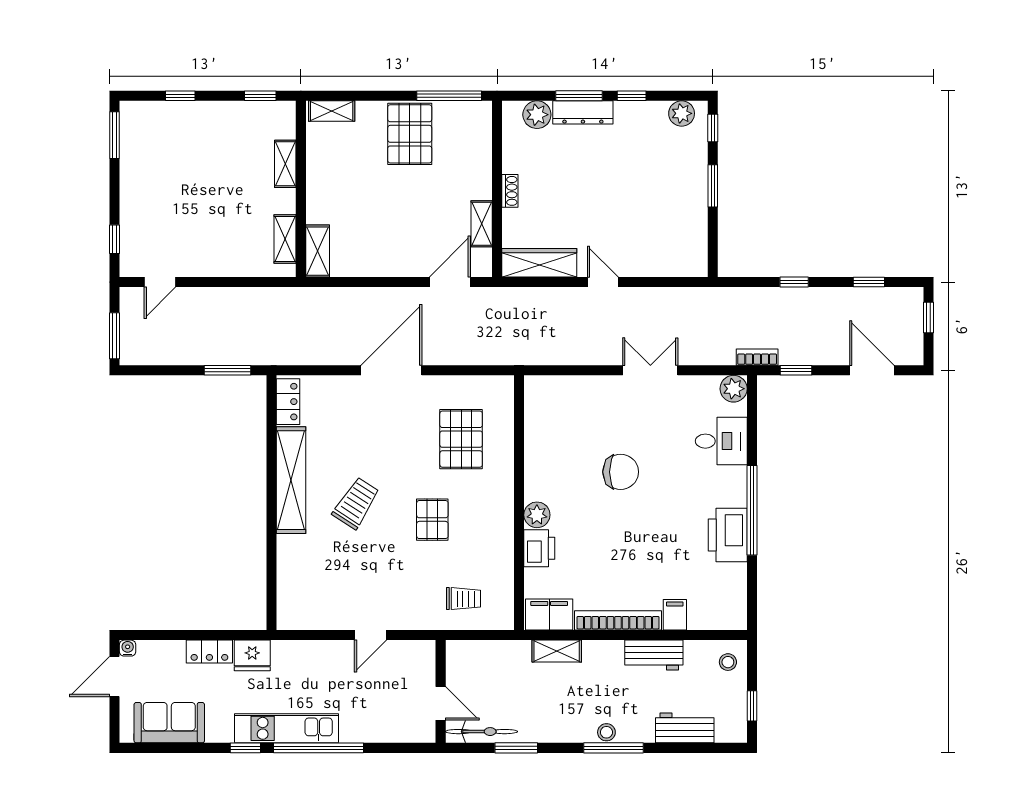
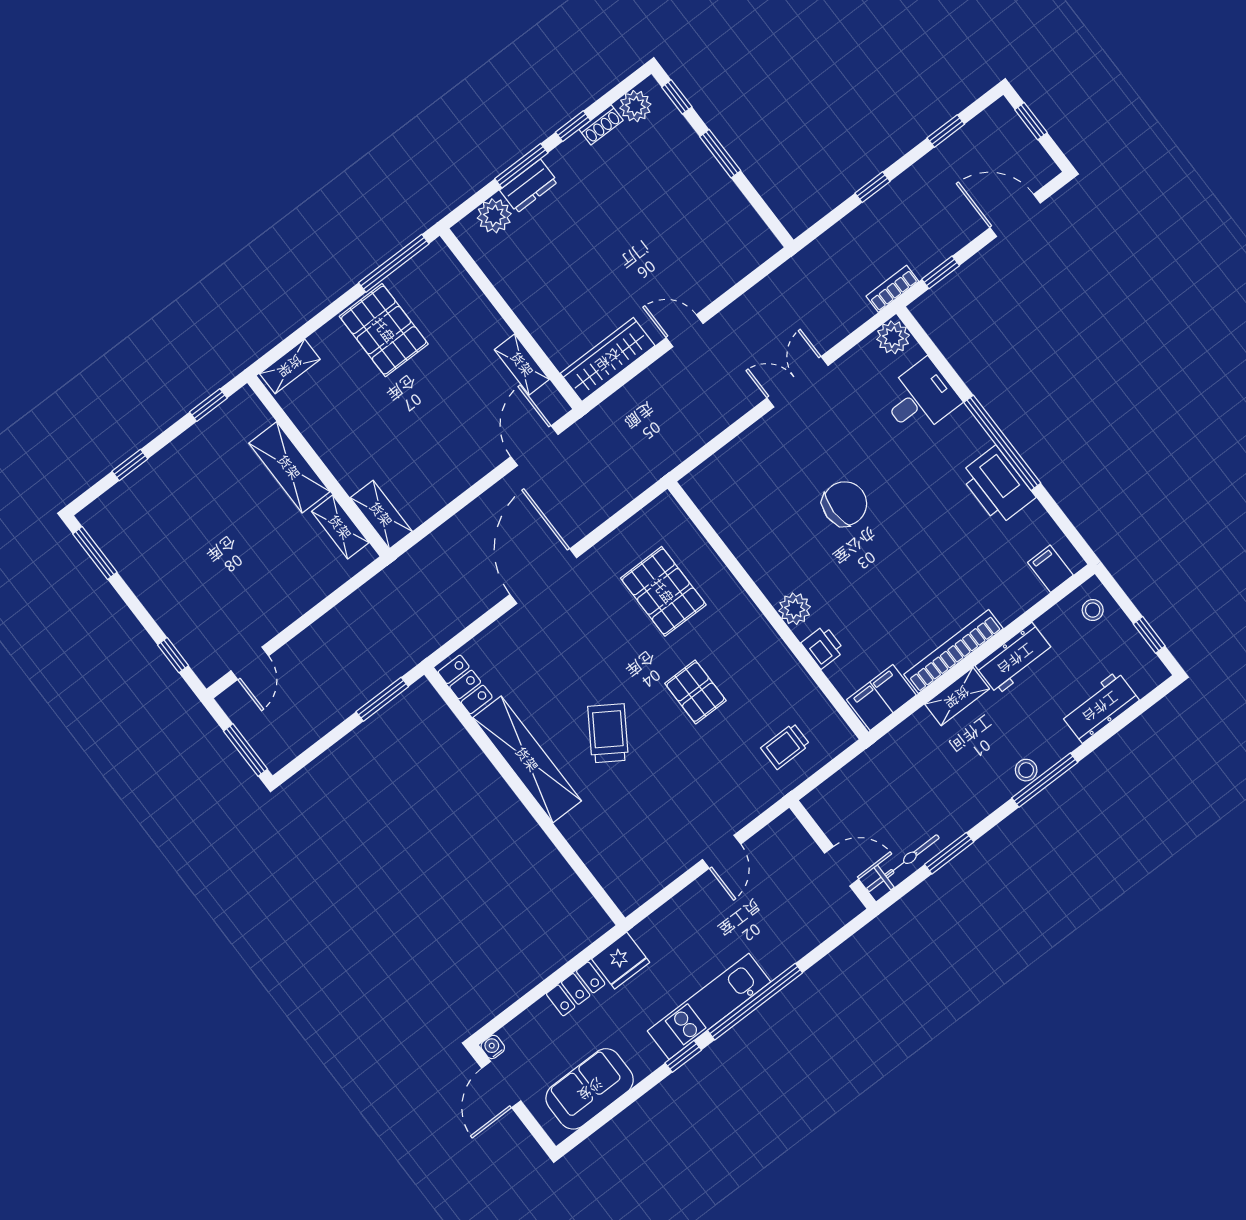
dresser: (583, 112) -> (529, 186), width x0.70
shelving: (285, 164) -> (289, 467), width x1.50, depth x1.33
shoe rack: (510, 191) -> (601, 125), moved, turned 90
printer: (539, 548) -> (823, 647), width x0.73, depth x0.81
trolley: (463, 599) -> (785, 746), turned 180
filing cabinet: (675, 615) -> (1050, 569), moved
shelving: (557, 651) -> (957, 697), moved

